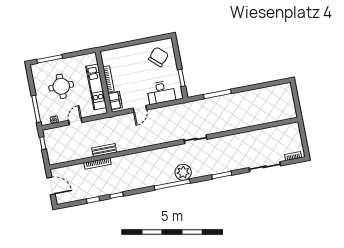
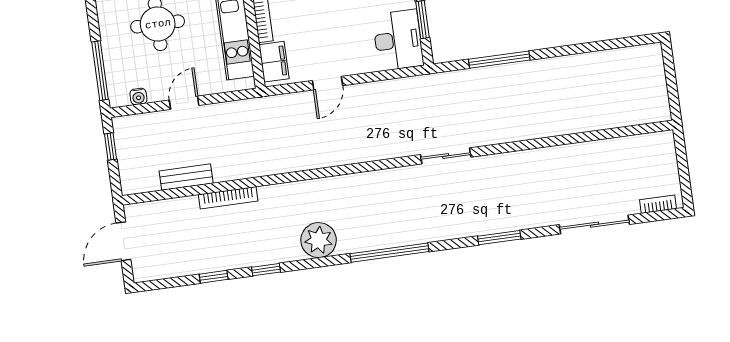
desk: (161, 92) -> (398, 40), moved, turned -90
bench: (104, 150) -> (186, 177), moved
plant: (183, 172) -> (319, 240), moved
door: (51, 186) -> (123, 241), swing flipped

